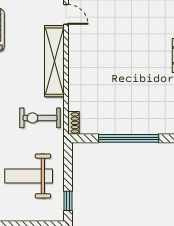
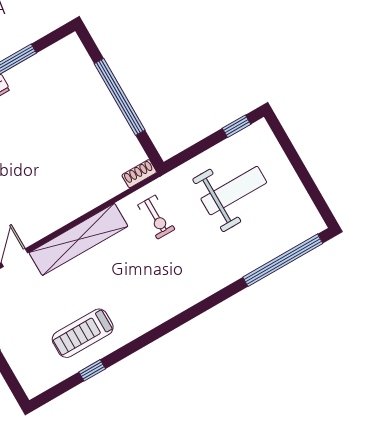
exercise bike: (40, 118) -> (156, 217), width x0.73, depth x0.72
weight bench: (29, 176) -> (234, 191), turned -90

